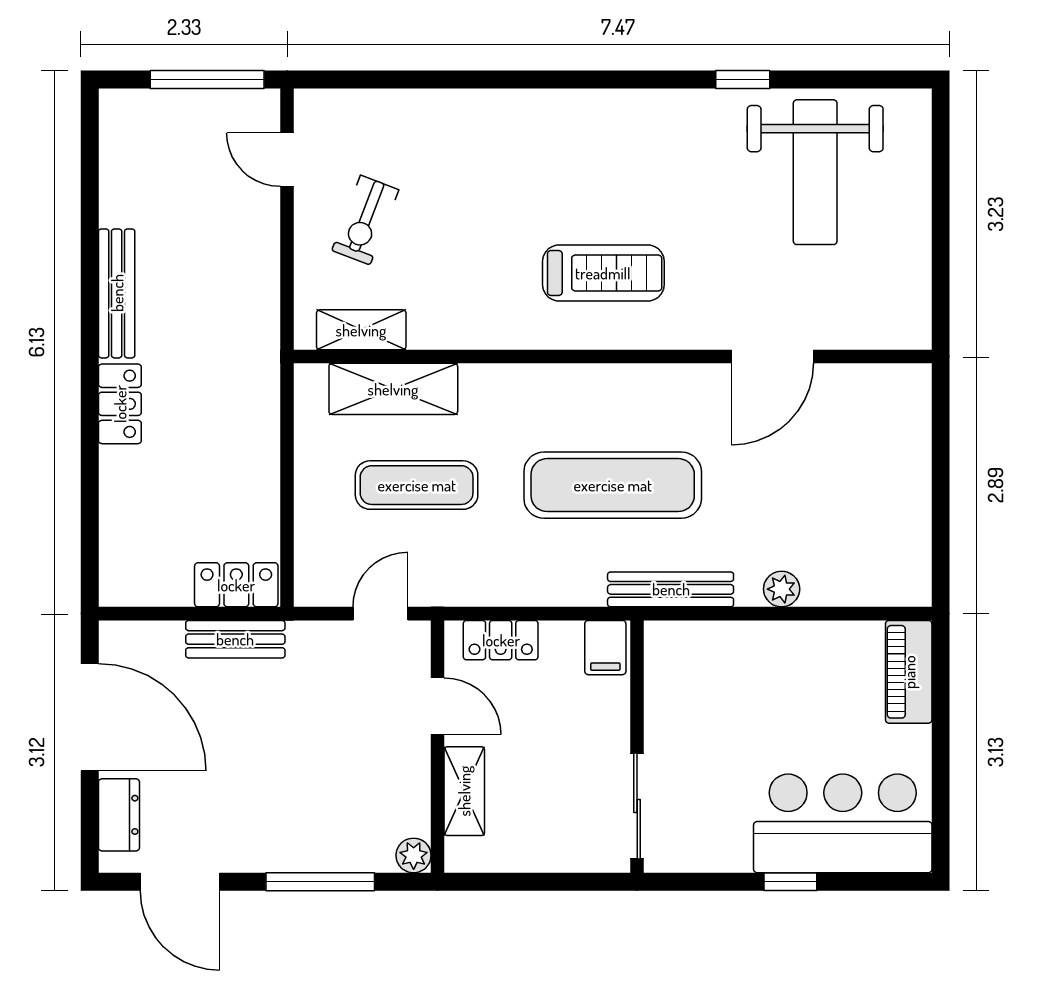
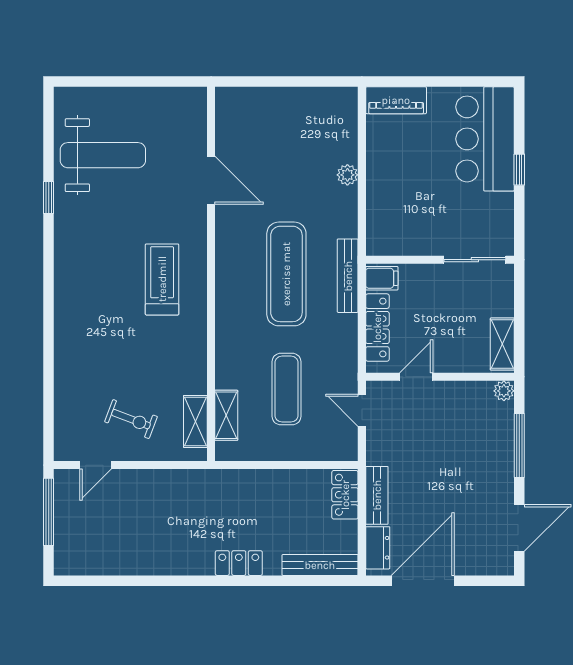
bench: (117, 293) -> (320, 565), moved
shelving: (393, 389) -> (226, 415), width x0.67, depth x0.75
bench: (671, 589) -> (348, 276), moved
locker: (501, 640) -> (377, 328), width x1.53
shelving: (464, 791) -> (502, 344), moved, turned 90
dresser: (119, 815) -> (378, 548), moved, turned 90

